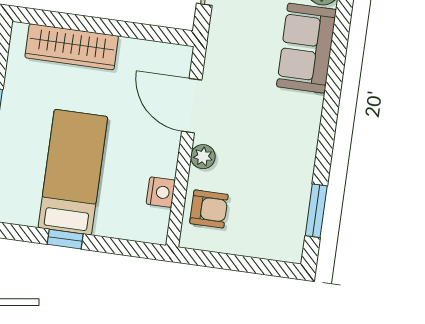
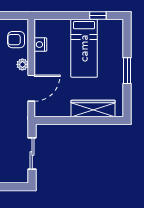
door: (192, 106) -> (31, 88), hinge flipped
window: (65, 239) -> (98, 15), moved

